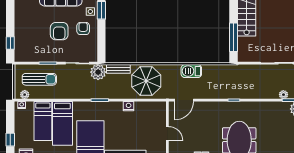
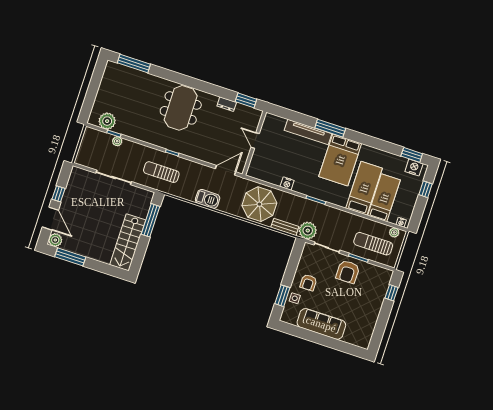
armchair: (59, 31) -> (348, 272), moved, turned 180
sun lounger: (238, 81) -> (161, 172), added

